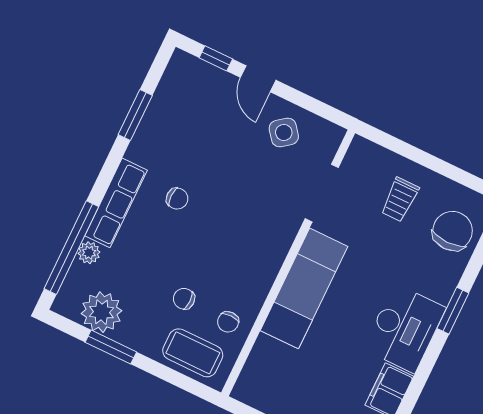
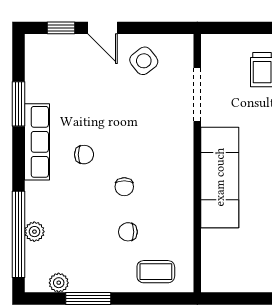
row of seats: (116, 203) -> (37, 142), moved
plant: (101, 312) -> (59, 283), width x0.53, depth x0.53
chair: (228, 322) -> (124, 187), moved
coffee table: (193, 353) -> (156, 272), width x0.73, depth x0.77

